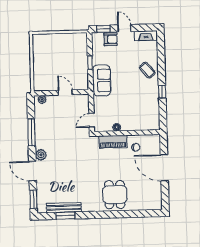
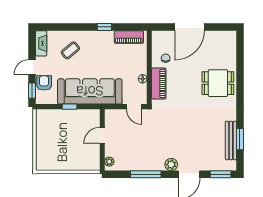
coffee table: (147, 70) -> (70, 50), moved
sofa: (102, 80) -> (90, 91), width x1.85, depth x1.27
piano: (154, 114) -> (129, 37), added

